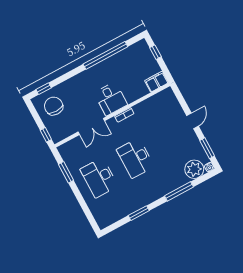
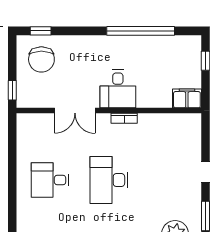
chair: (54, 106) -> (41, 59), turned 180
window: (66, 172) -> (12, 151), removed
desk: (99, 178) -> (50, 180), width x0.73

